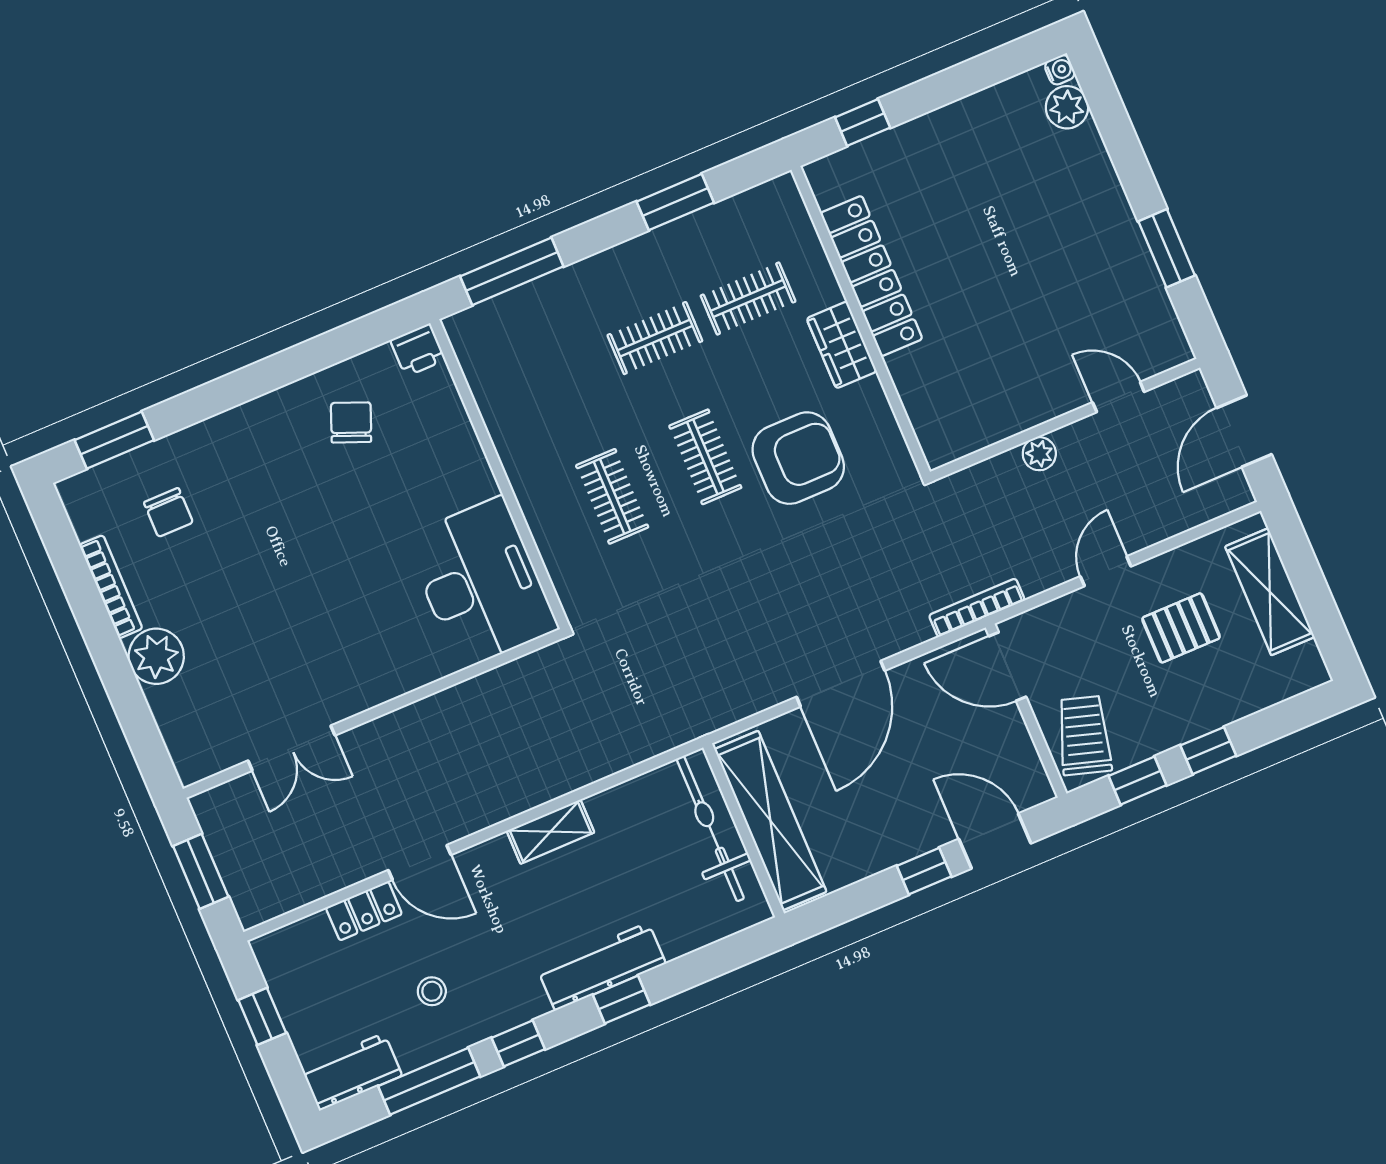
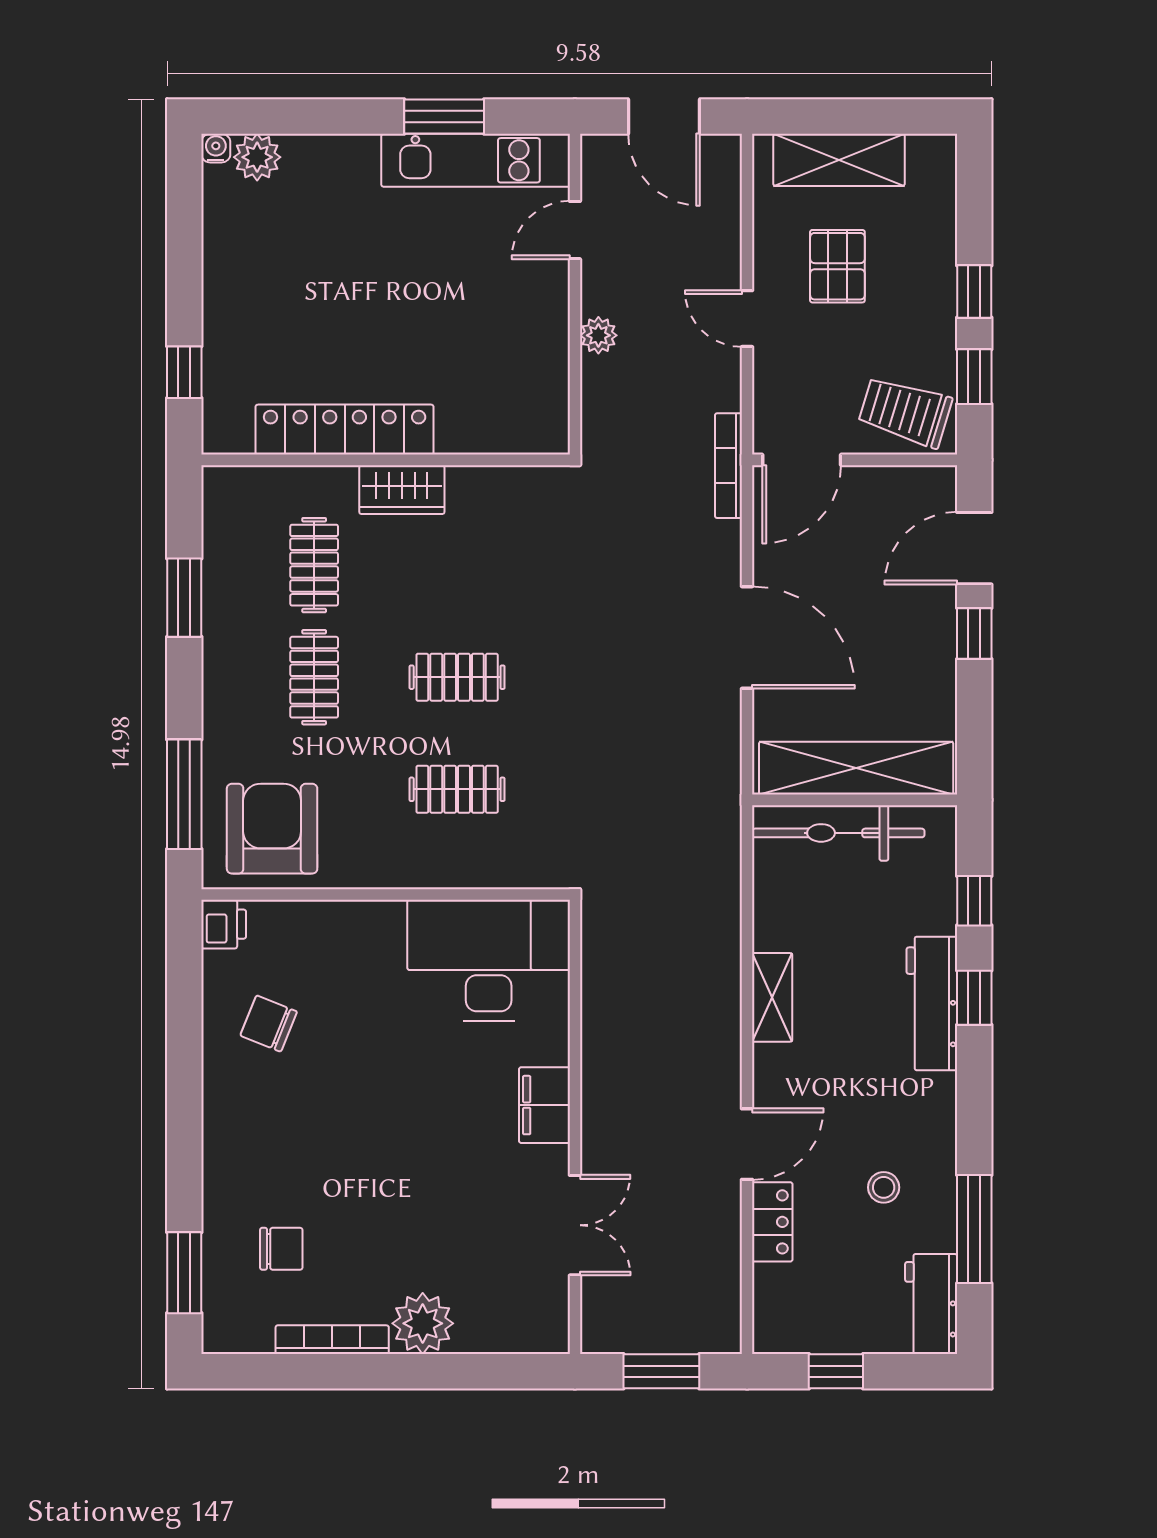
kitchen unit: (1141, 290) -> (476, 160), added
armchair: (798, 458) -> (272, 829), moved
filing cabinet: (381, 680) -> (544, 1105), added
window: (518, 1043) -> (974, 901), moved

